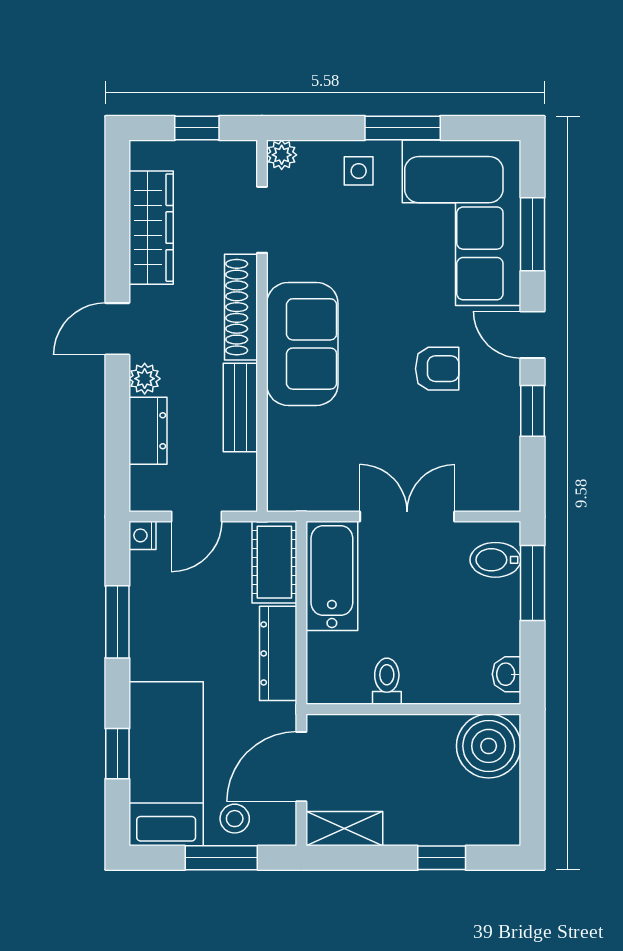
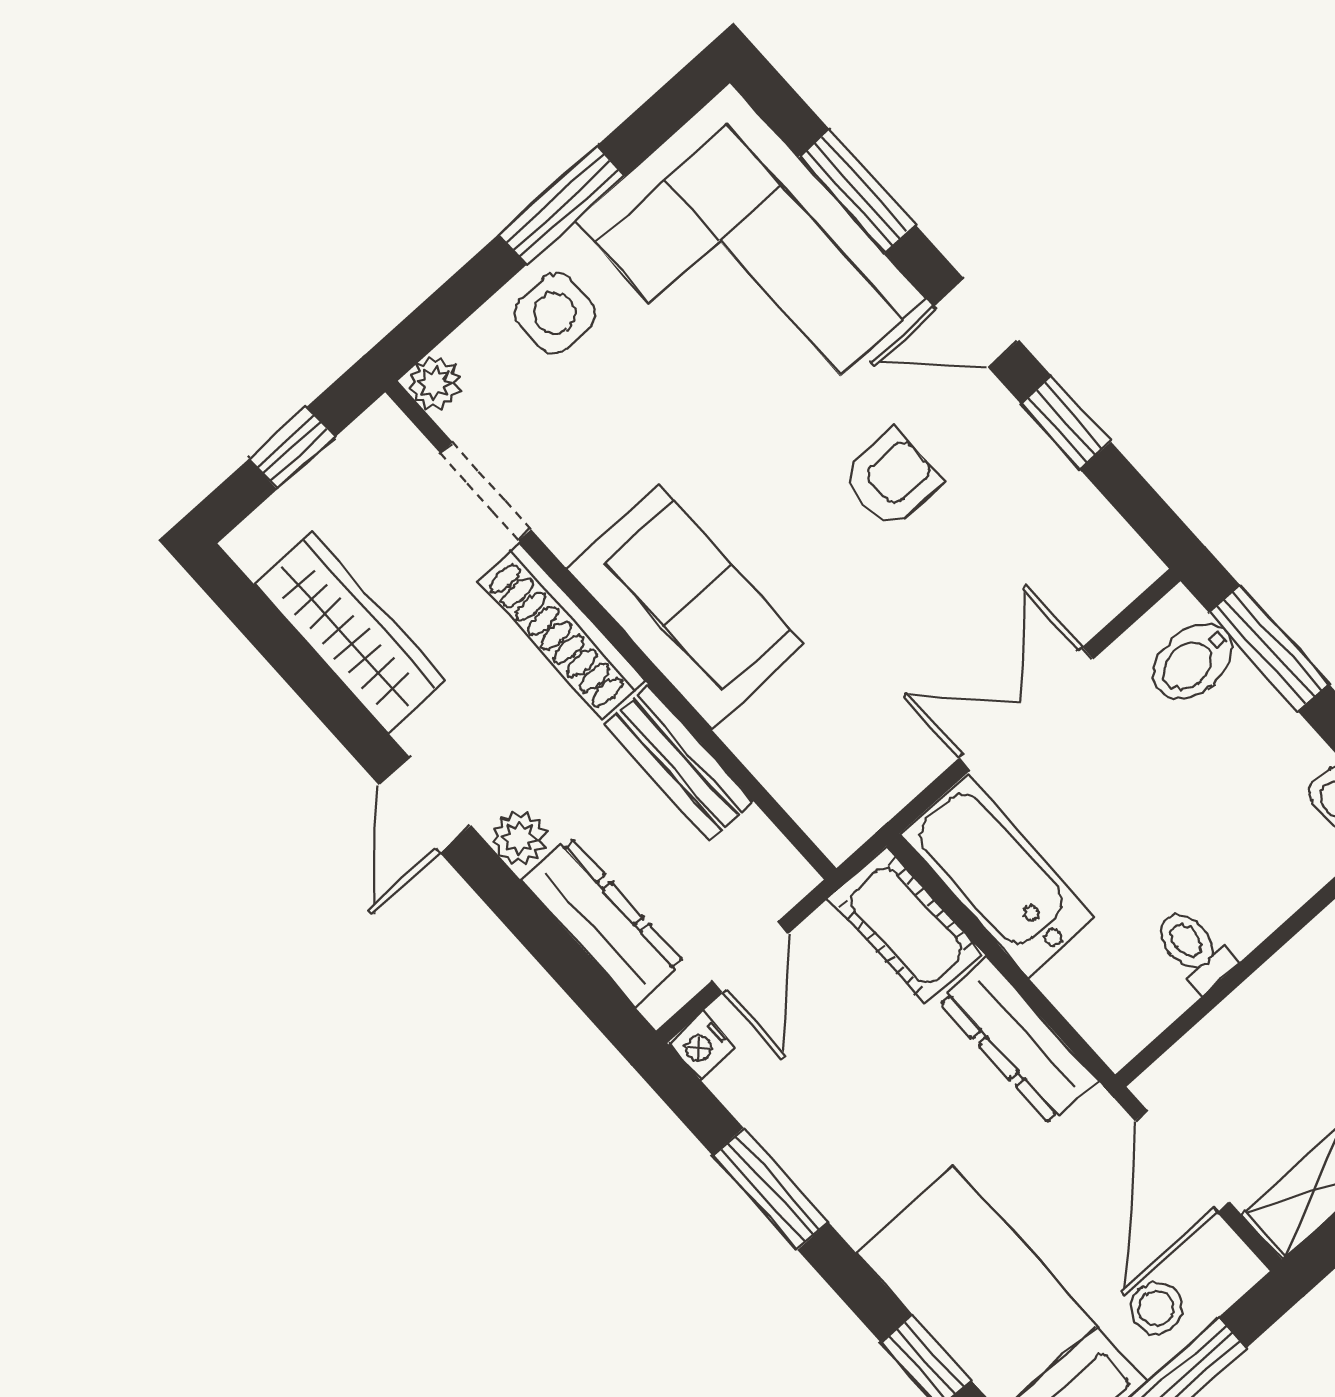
side table: (359, 171) -> (555, 313), width x1.37, depth x1.37
dresser: (148, 431) -> (603, 922), width x1.44

